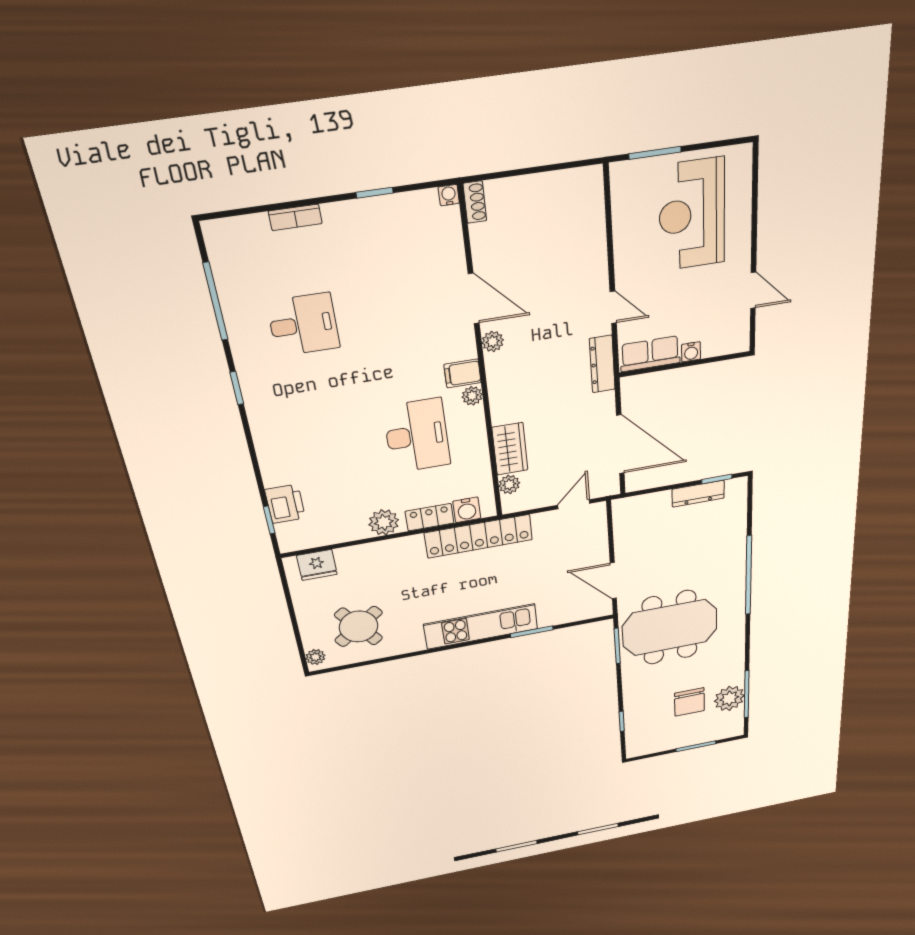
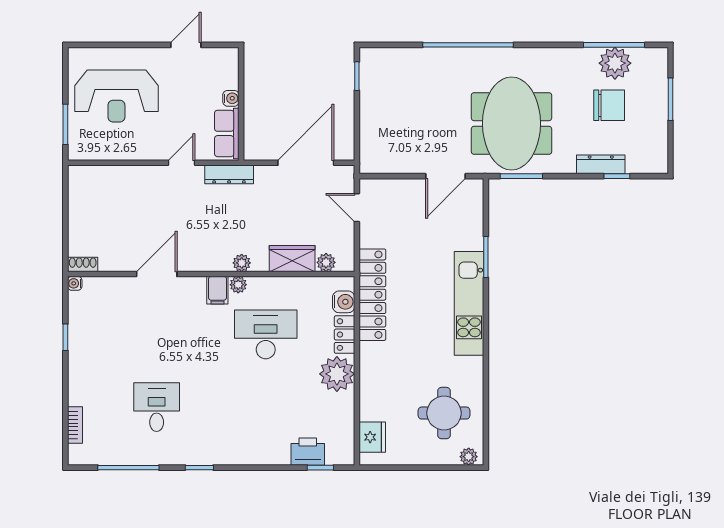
bookcase: (295, 217) -> (75, 425), moved
plant: (493, 341) -> (242, 263), moved
dresser: (698, 494) -> (601, 164), moved, turned -90
plant: (384, 522) -> (337, 374), width x1.36, depth x1.36
round table: (359, 626) -> (444, 413), turned 36

